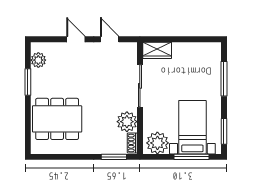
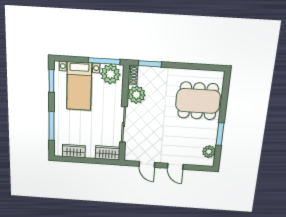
wardrobe: (197, 50) -> (74, 151), added
window: (191, 157) -> (104, 61), moved

